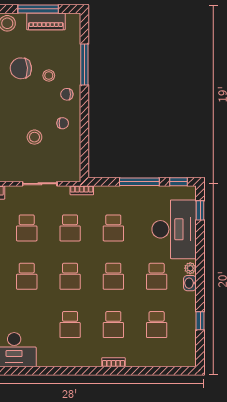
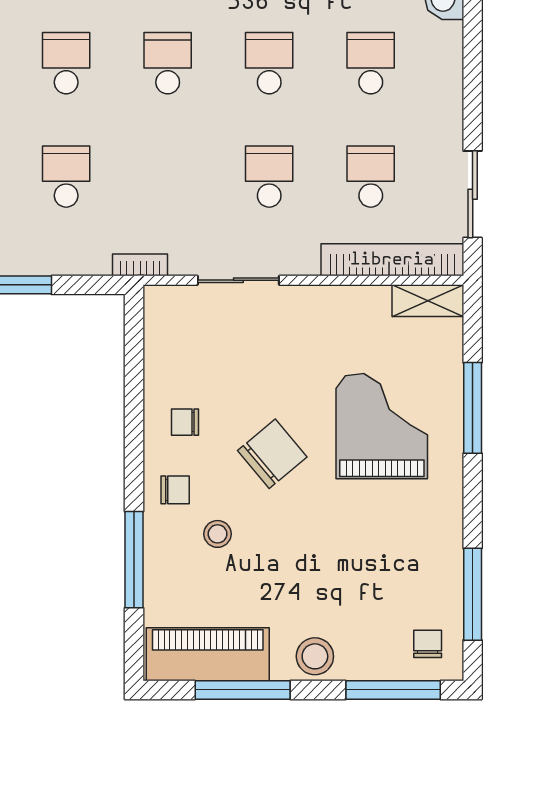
piano: (46, 21) -> (208, 654), width x1.37, depth x1.33
chair: (21, 68) -> (272, 454), moved, turned -37
stool: (34, 137) -> (251, 389), removed
school desk: (70, 228) -> (168, 177), removed

